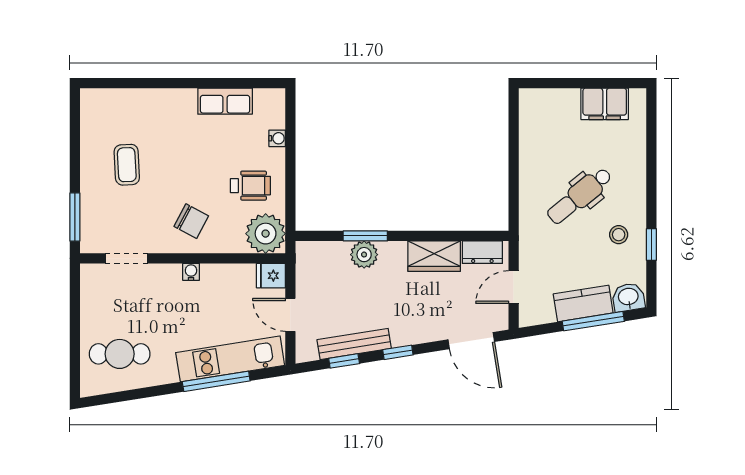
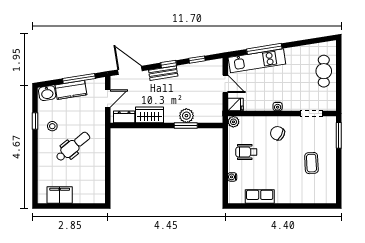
plant: (266, 234) -> (233, 122), width x0.53, depth x0.53
window: (593, 321) -> (79, 78), moved
bench: (354, 344) -> (163, 73), moved, width x0.73
cafe table: (120, 354) -> (324, 71), moved, turned 90

